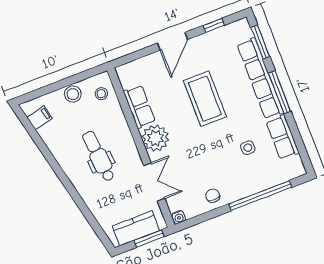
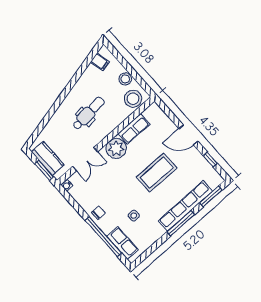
stool: (101, 94) -> (133, 99), width x1.89, depth x1.89
row of seats: (282, 137) -> (122, 243), moved, turned 90
chair: (213, 196) -> (98, 213), moved

